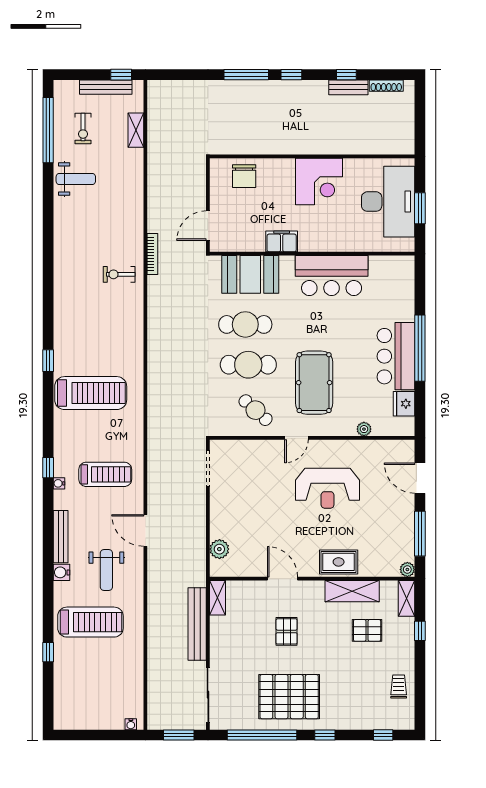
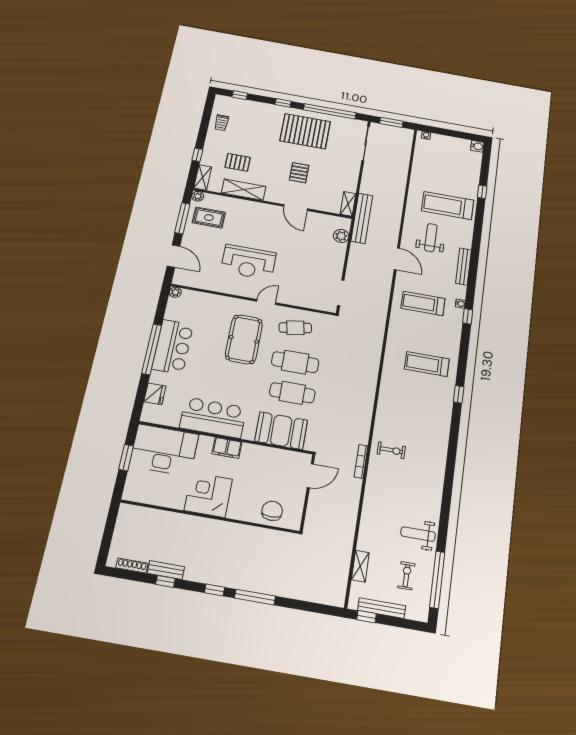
desk: (388, 202) -> (164, 450), moved, turned 90
filing cabinet: (282, 241) -> (227, 448), moved
treadmill: (91, 393) -> (427, 364), width x0.73, depth x0.73
fridge: (404, 404) -> (155, 394), moved
cafe table: (256, 410) -> (295, 328), turned -52
plant: (364, 429) -> (175, 292), moved
reception desk: (328, 488) -> (248, 262), turned 180
rug: (339, 562) -> (209, 218), moved
water cooler: (61, 572) -> (477, 146), moved
bench: (197, 624) -> (362, 218), moved

